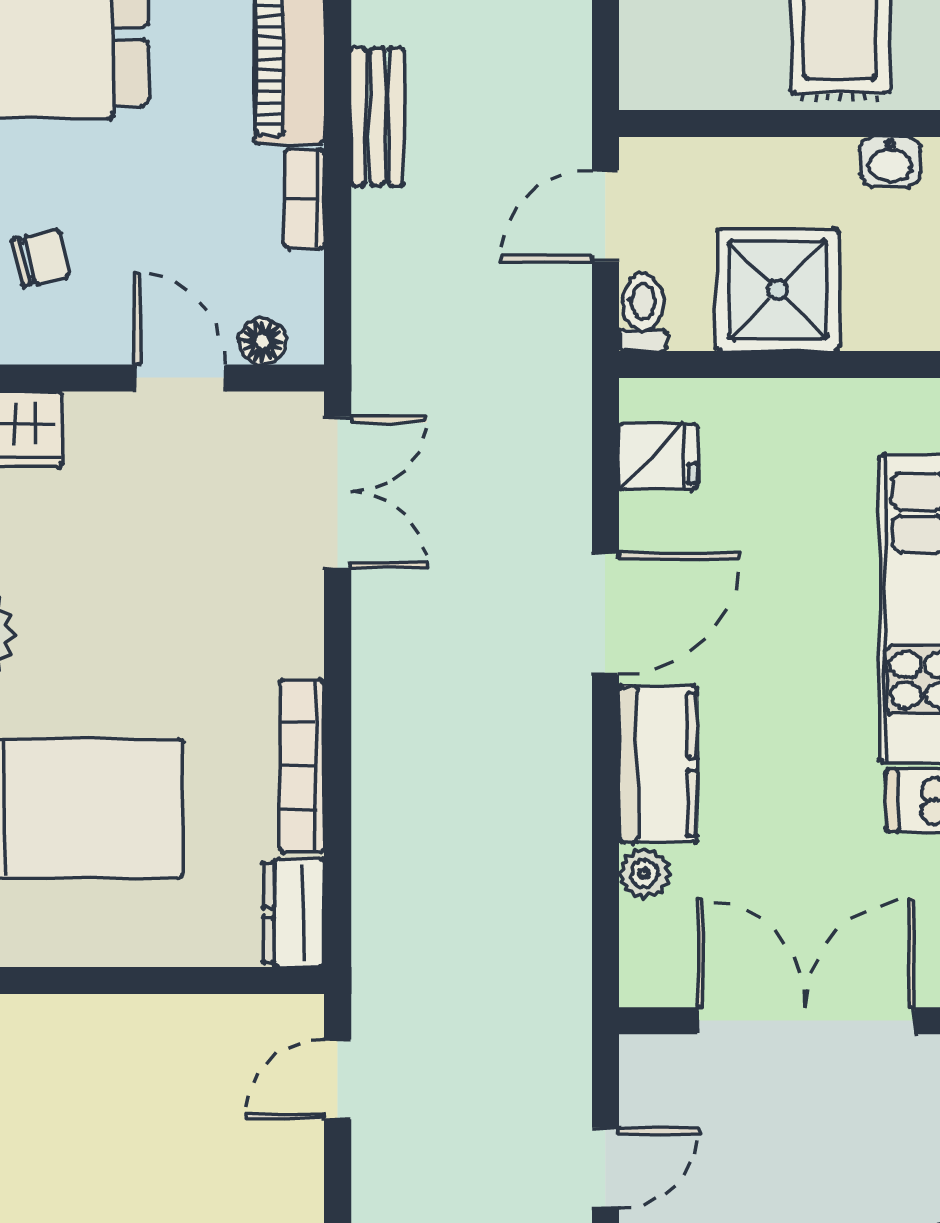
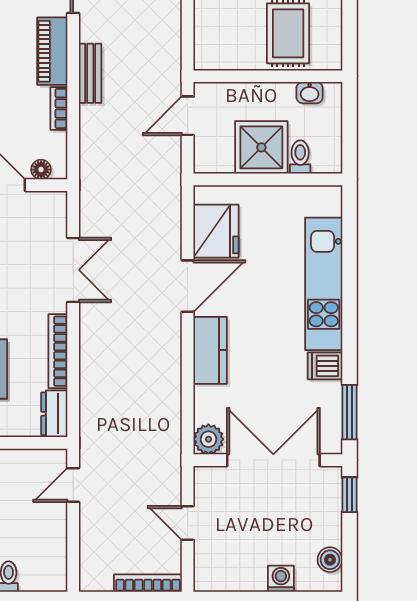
toilet: (643, 312) -> (300, 157), moved
fridge: (658, 456) -> (216, 231), width x1.88, depth x1.34
double door: (338, 492) -> (73, 270), moved
plant: (644, 873) -> (208, 439), moved, width x1.38, depth x1.38
door: (605, 1168) -> (188, 523), swing flipped

